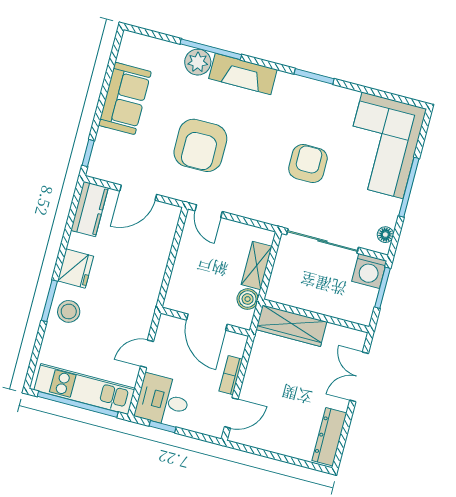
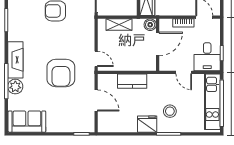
sofa: (125, 98) -> (27, 122), moved
armchair: (200, 145) -> (61, 73), turned 90
kitchen counter: (89, 209) -> (132, 81), moved, turned 180
door: (209, 211) -> (96, 59), hinge flipped
boiler: (248, 299) -> (150, 25), moved
stool: (69, 311) -> (170, 111), moved

